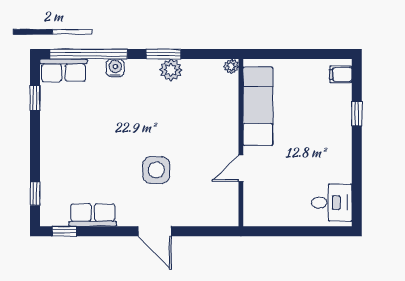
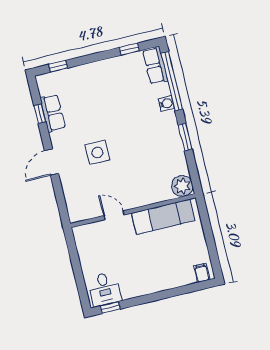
plant: (231, 66) -> (182, 186), width x1.88, depth x1.88
plant: (171, 70) -> (175, 145), removed
window: (357, 114) -> (110, 307), moved
window: (64, 231) -> (40, 114), moved

